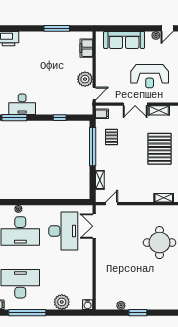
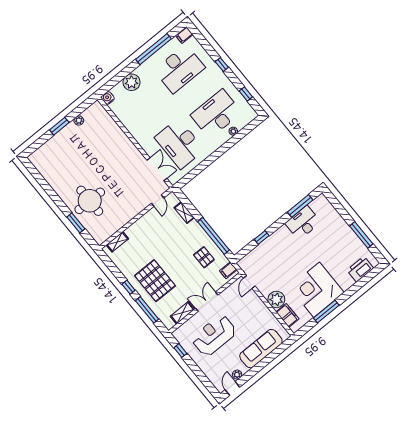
corner desk: (51, 49) -> (317, 290), added
plant: (85, 79) -> (276, 299), moved

